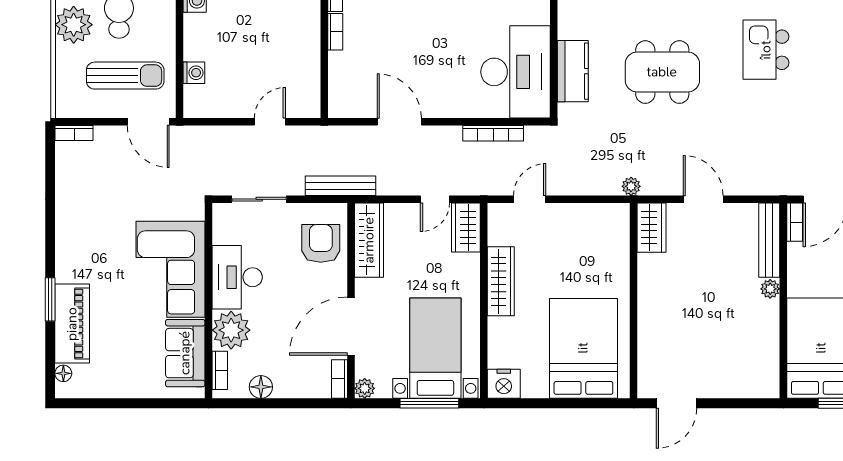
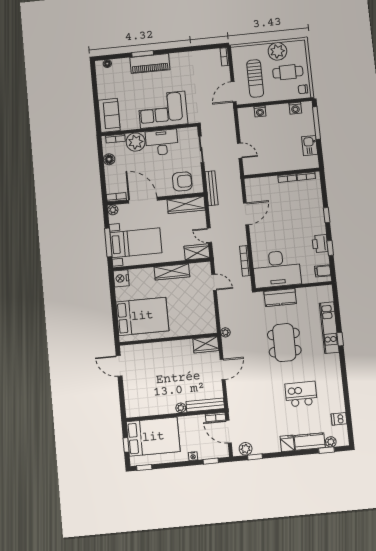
piano: (72, 324) -> (150, 64), moved
sofa: (185, 353) -> (109, 115), moved, turned 90

